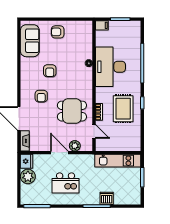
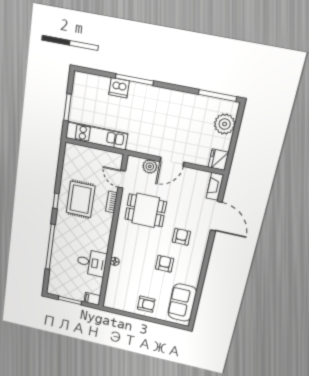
desk: (110, 67) -> (92, 263), width x0.53, depth x0.77
door: (59, 153) -> (172, 162), hinge flipped
plant: (28, 176) -> (225, 124), moved
kitchen island: (66, 183) -> (171, 120), removed

